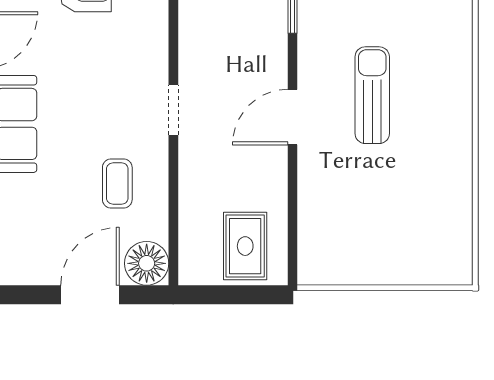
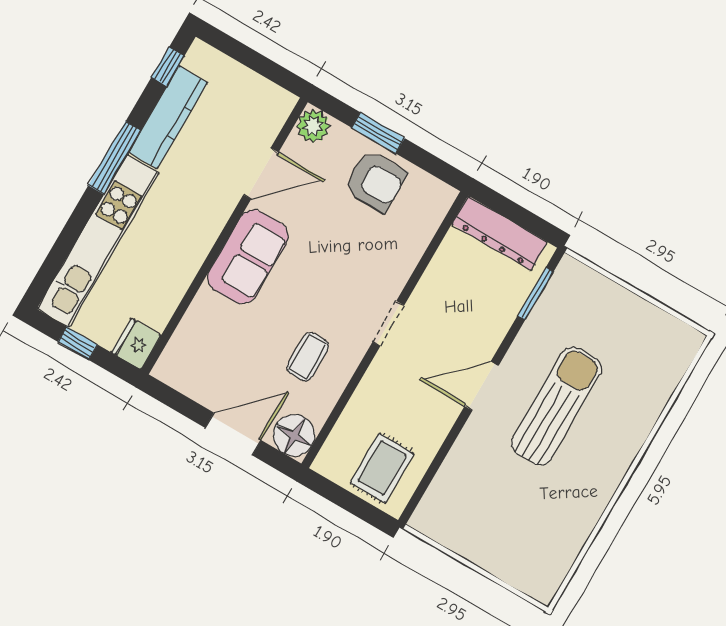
sun lounger: (372, 95) -> (557, 406), width x1.36, depth x1.34

